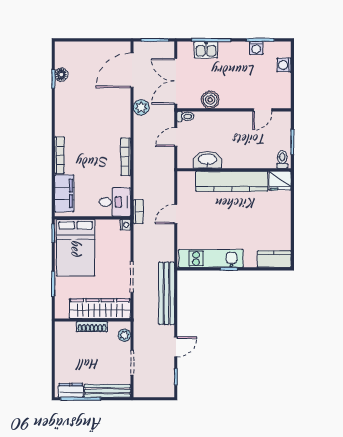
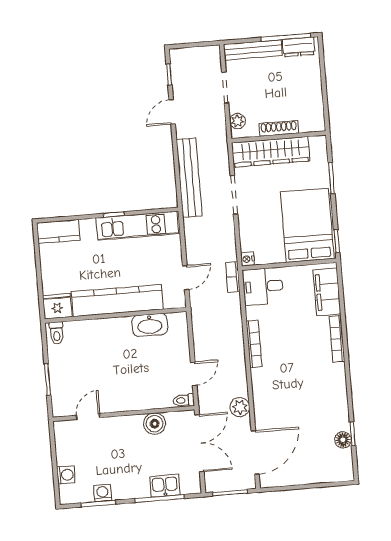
toilet: (282, 159) -> (57, 333), moved
washbasin: (208, 160) -> (150, 325), moved
wall: (234, 170) -> (116, 315), moved
kitchen counter: (232, 181) -> (117, 301), moved
fridge: (280, 181) -> (57, 306), moved

